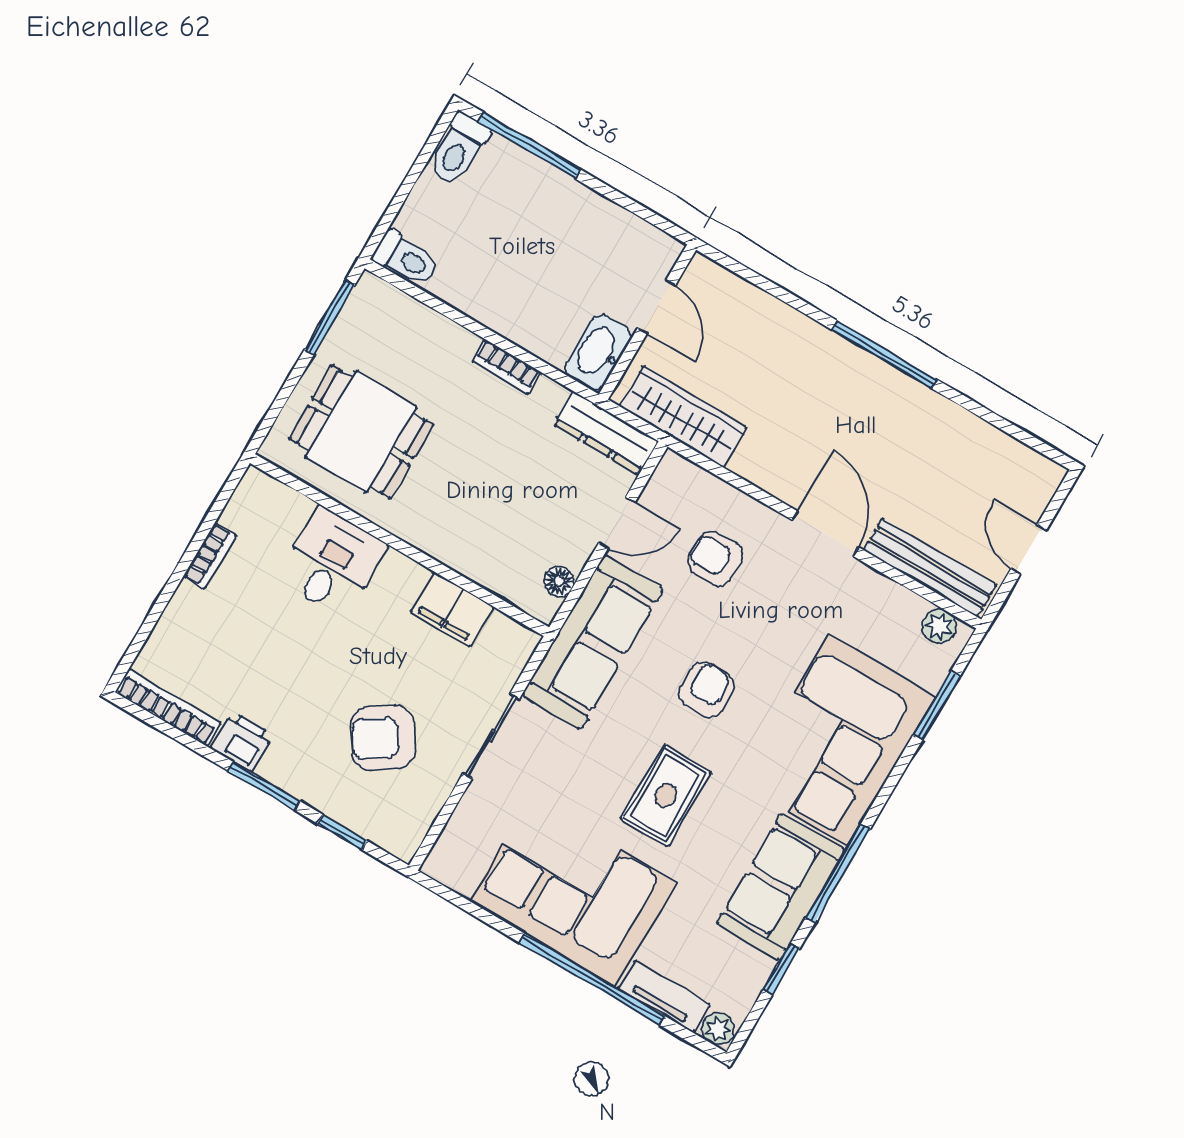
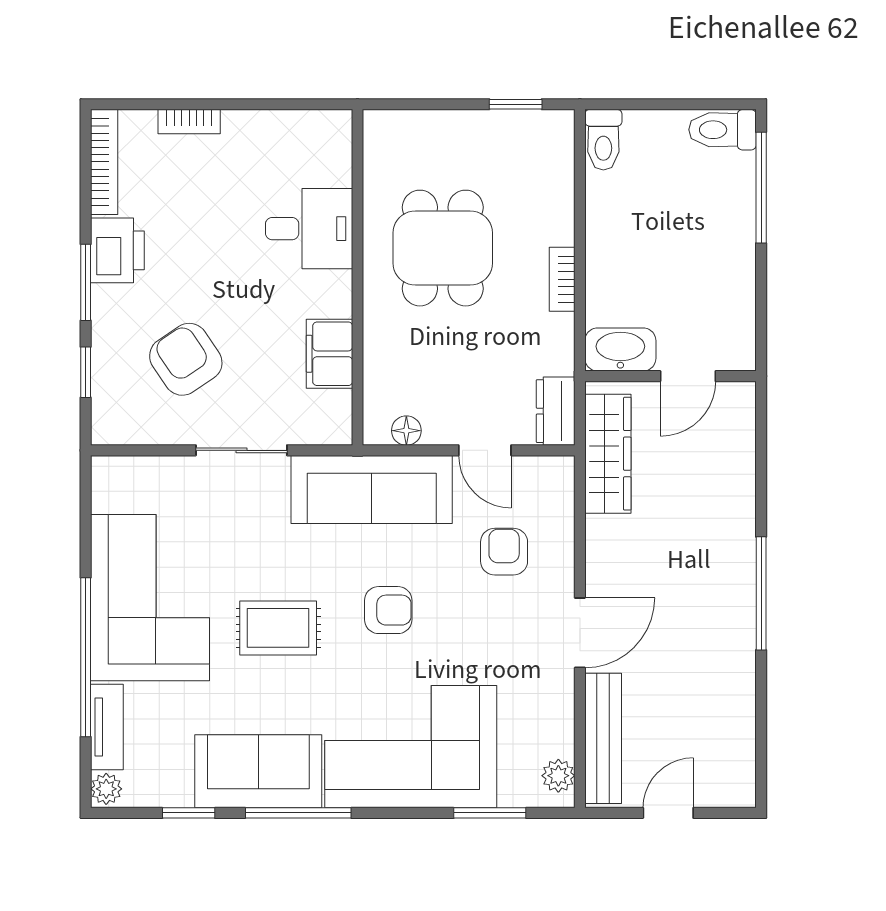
window: (330, 317) -> (516, 104), width x0.67
dining table: (361, 432) -> (443, 248), moved
dresser: (606, 433) -> (556, 411), width x0.70
bookcase: (210, 555) -> (189, 122), moved
printer: (242, 742) -> (117, 250), width x1.36, depth x1.24

